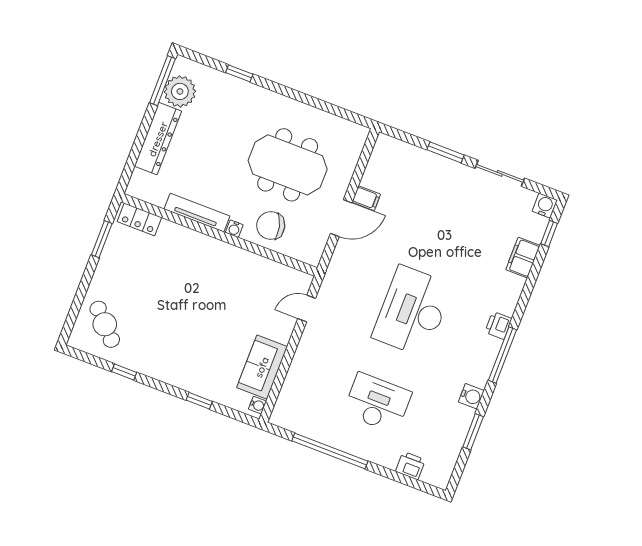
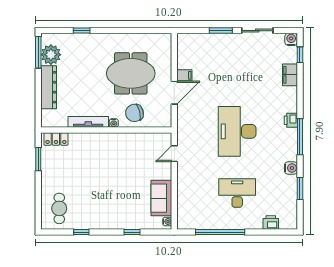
cafe table: (105, 324) -> (59, 208), turned 44

